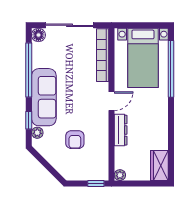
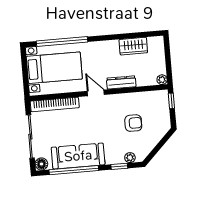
sofa: (44, 97) -> (78, 156), moved
wardrobe: (159, 166) -> (133, 46), moved

